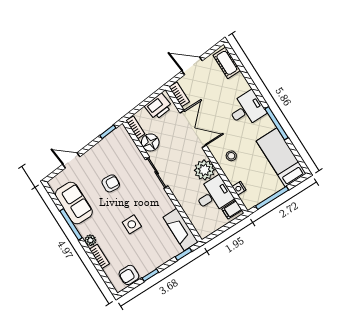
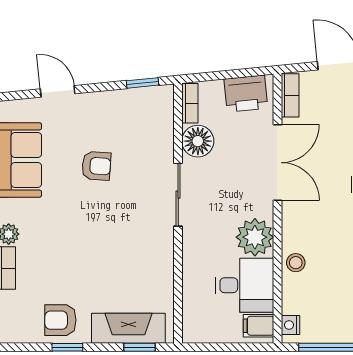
stool: (231, 156) -> (296, 263), moved
nightstand: (239, 188) -> (291, 325), moved
side table: (132, 224) -> (89, 250), removed
fireplace: (180, 230) -> (128, 328), moved, turned 90
armchair: (129, 275) -> (60, 320), moved

